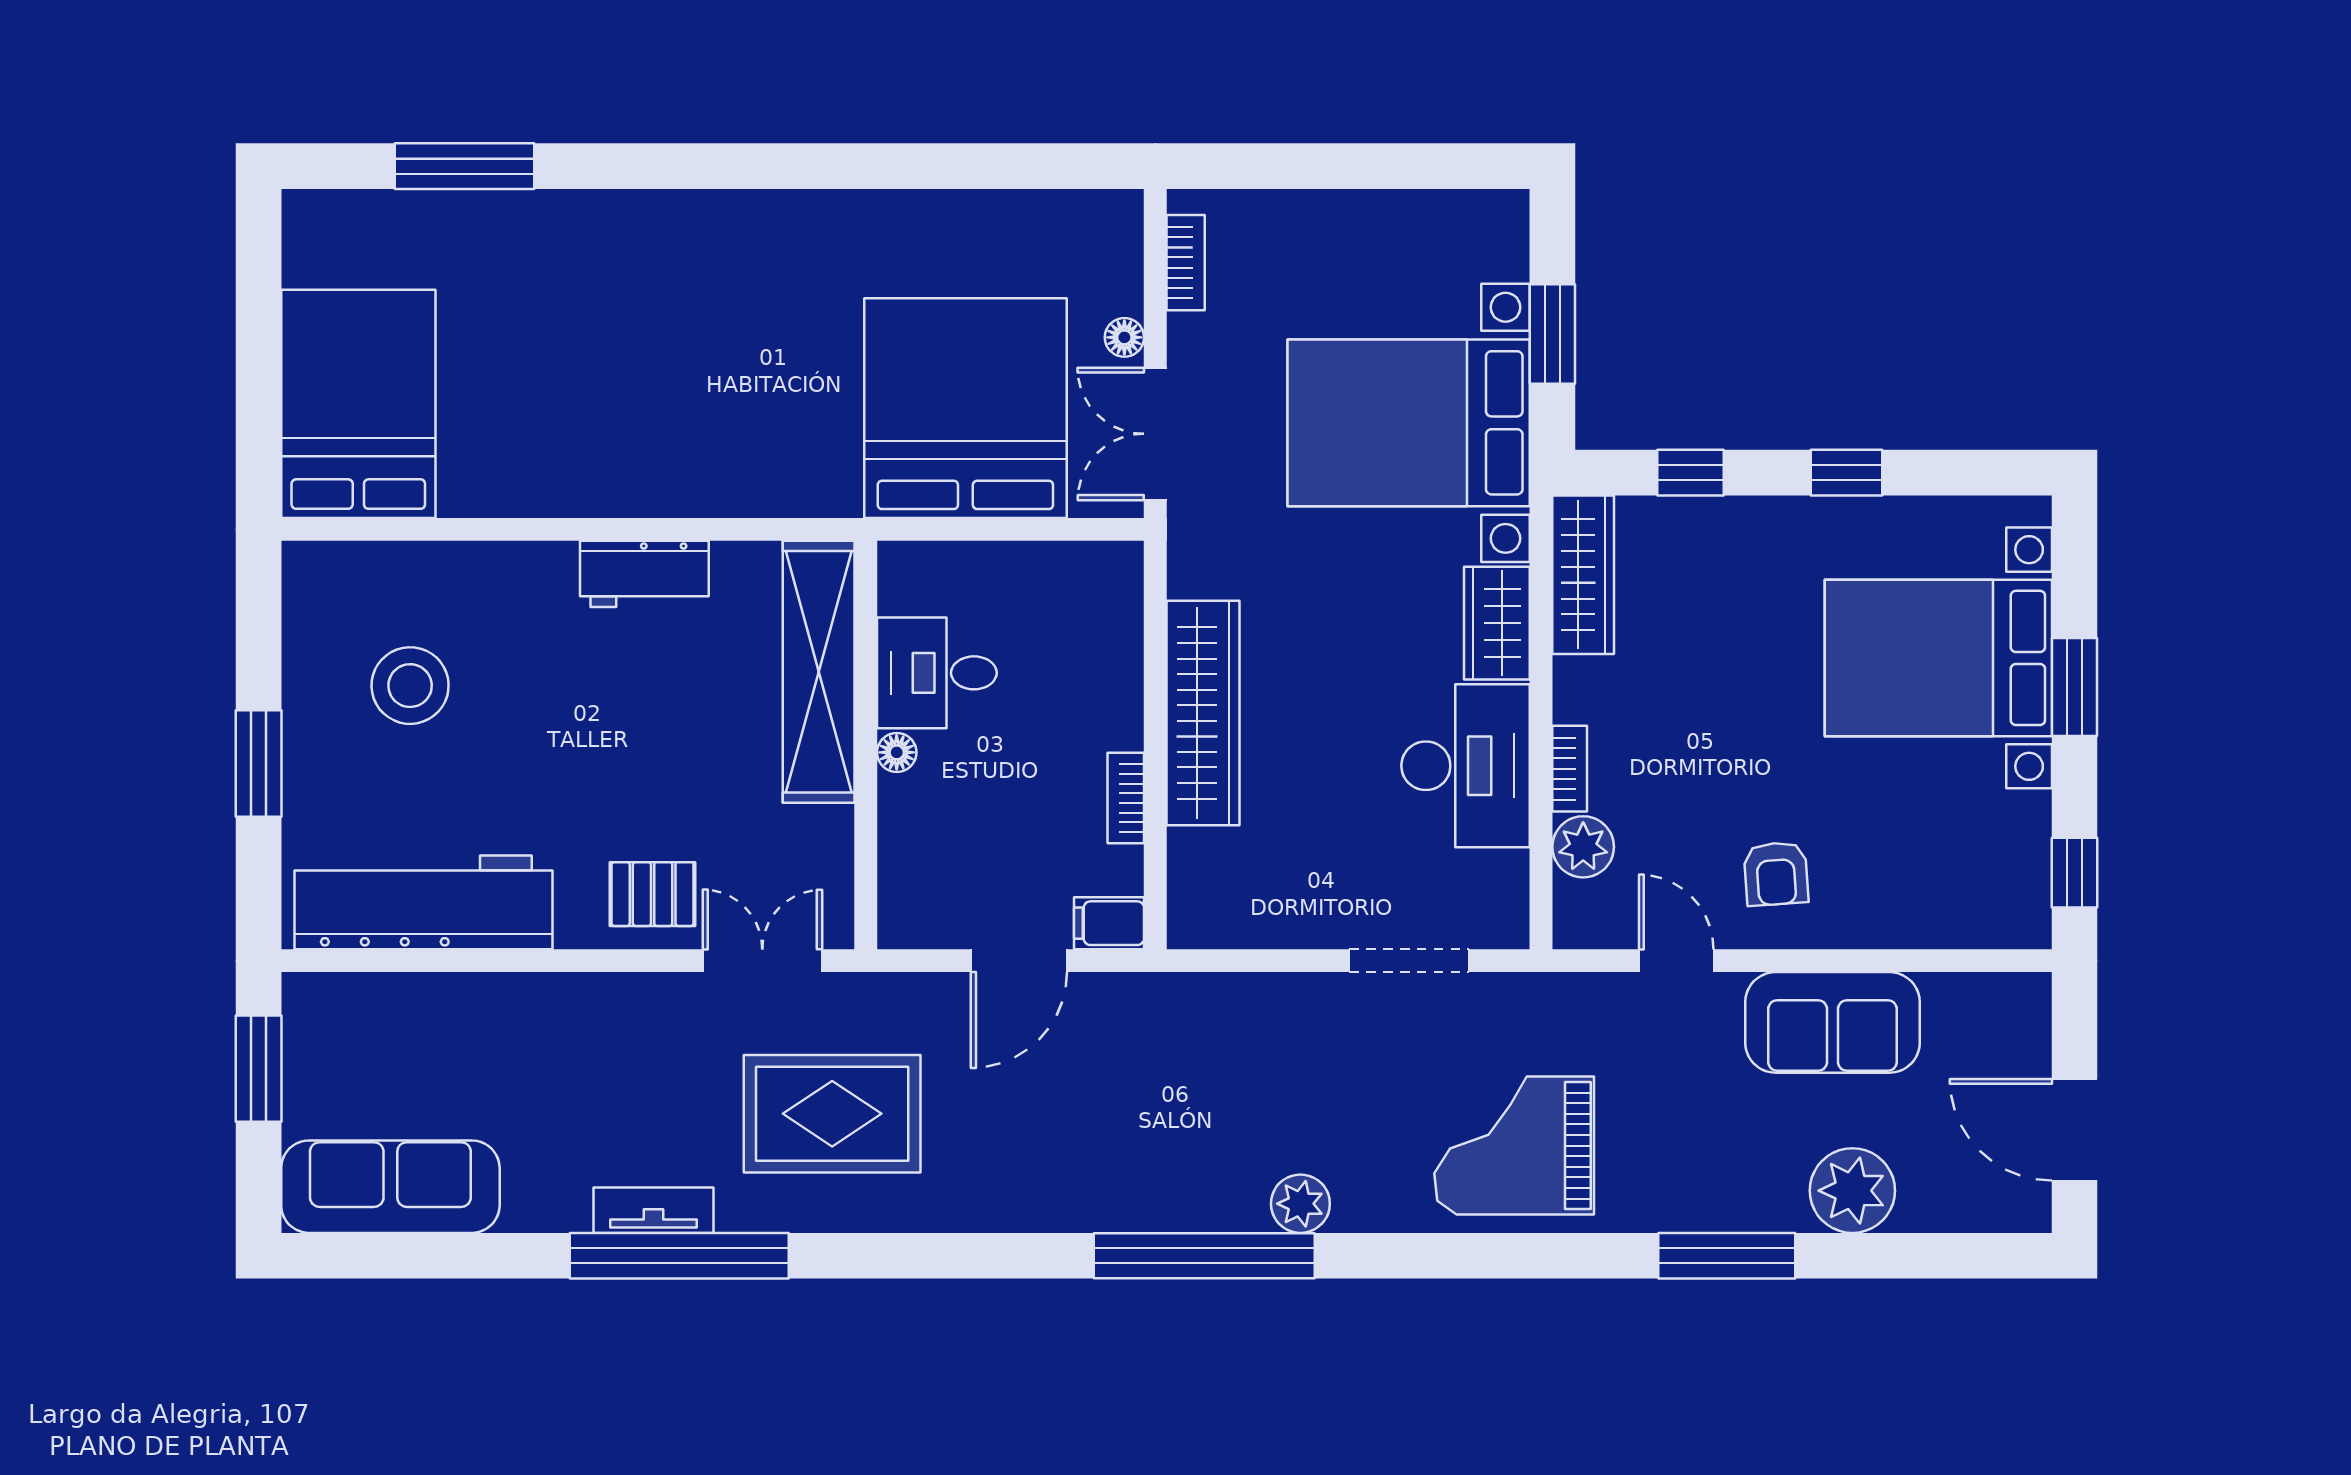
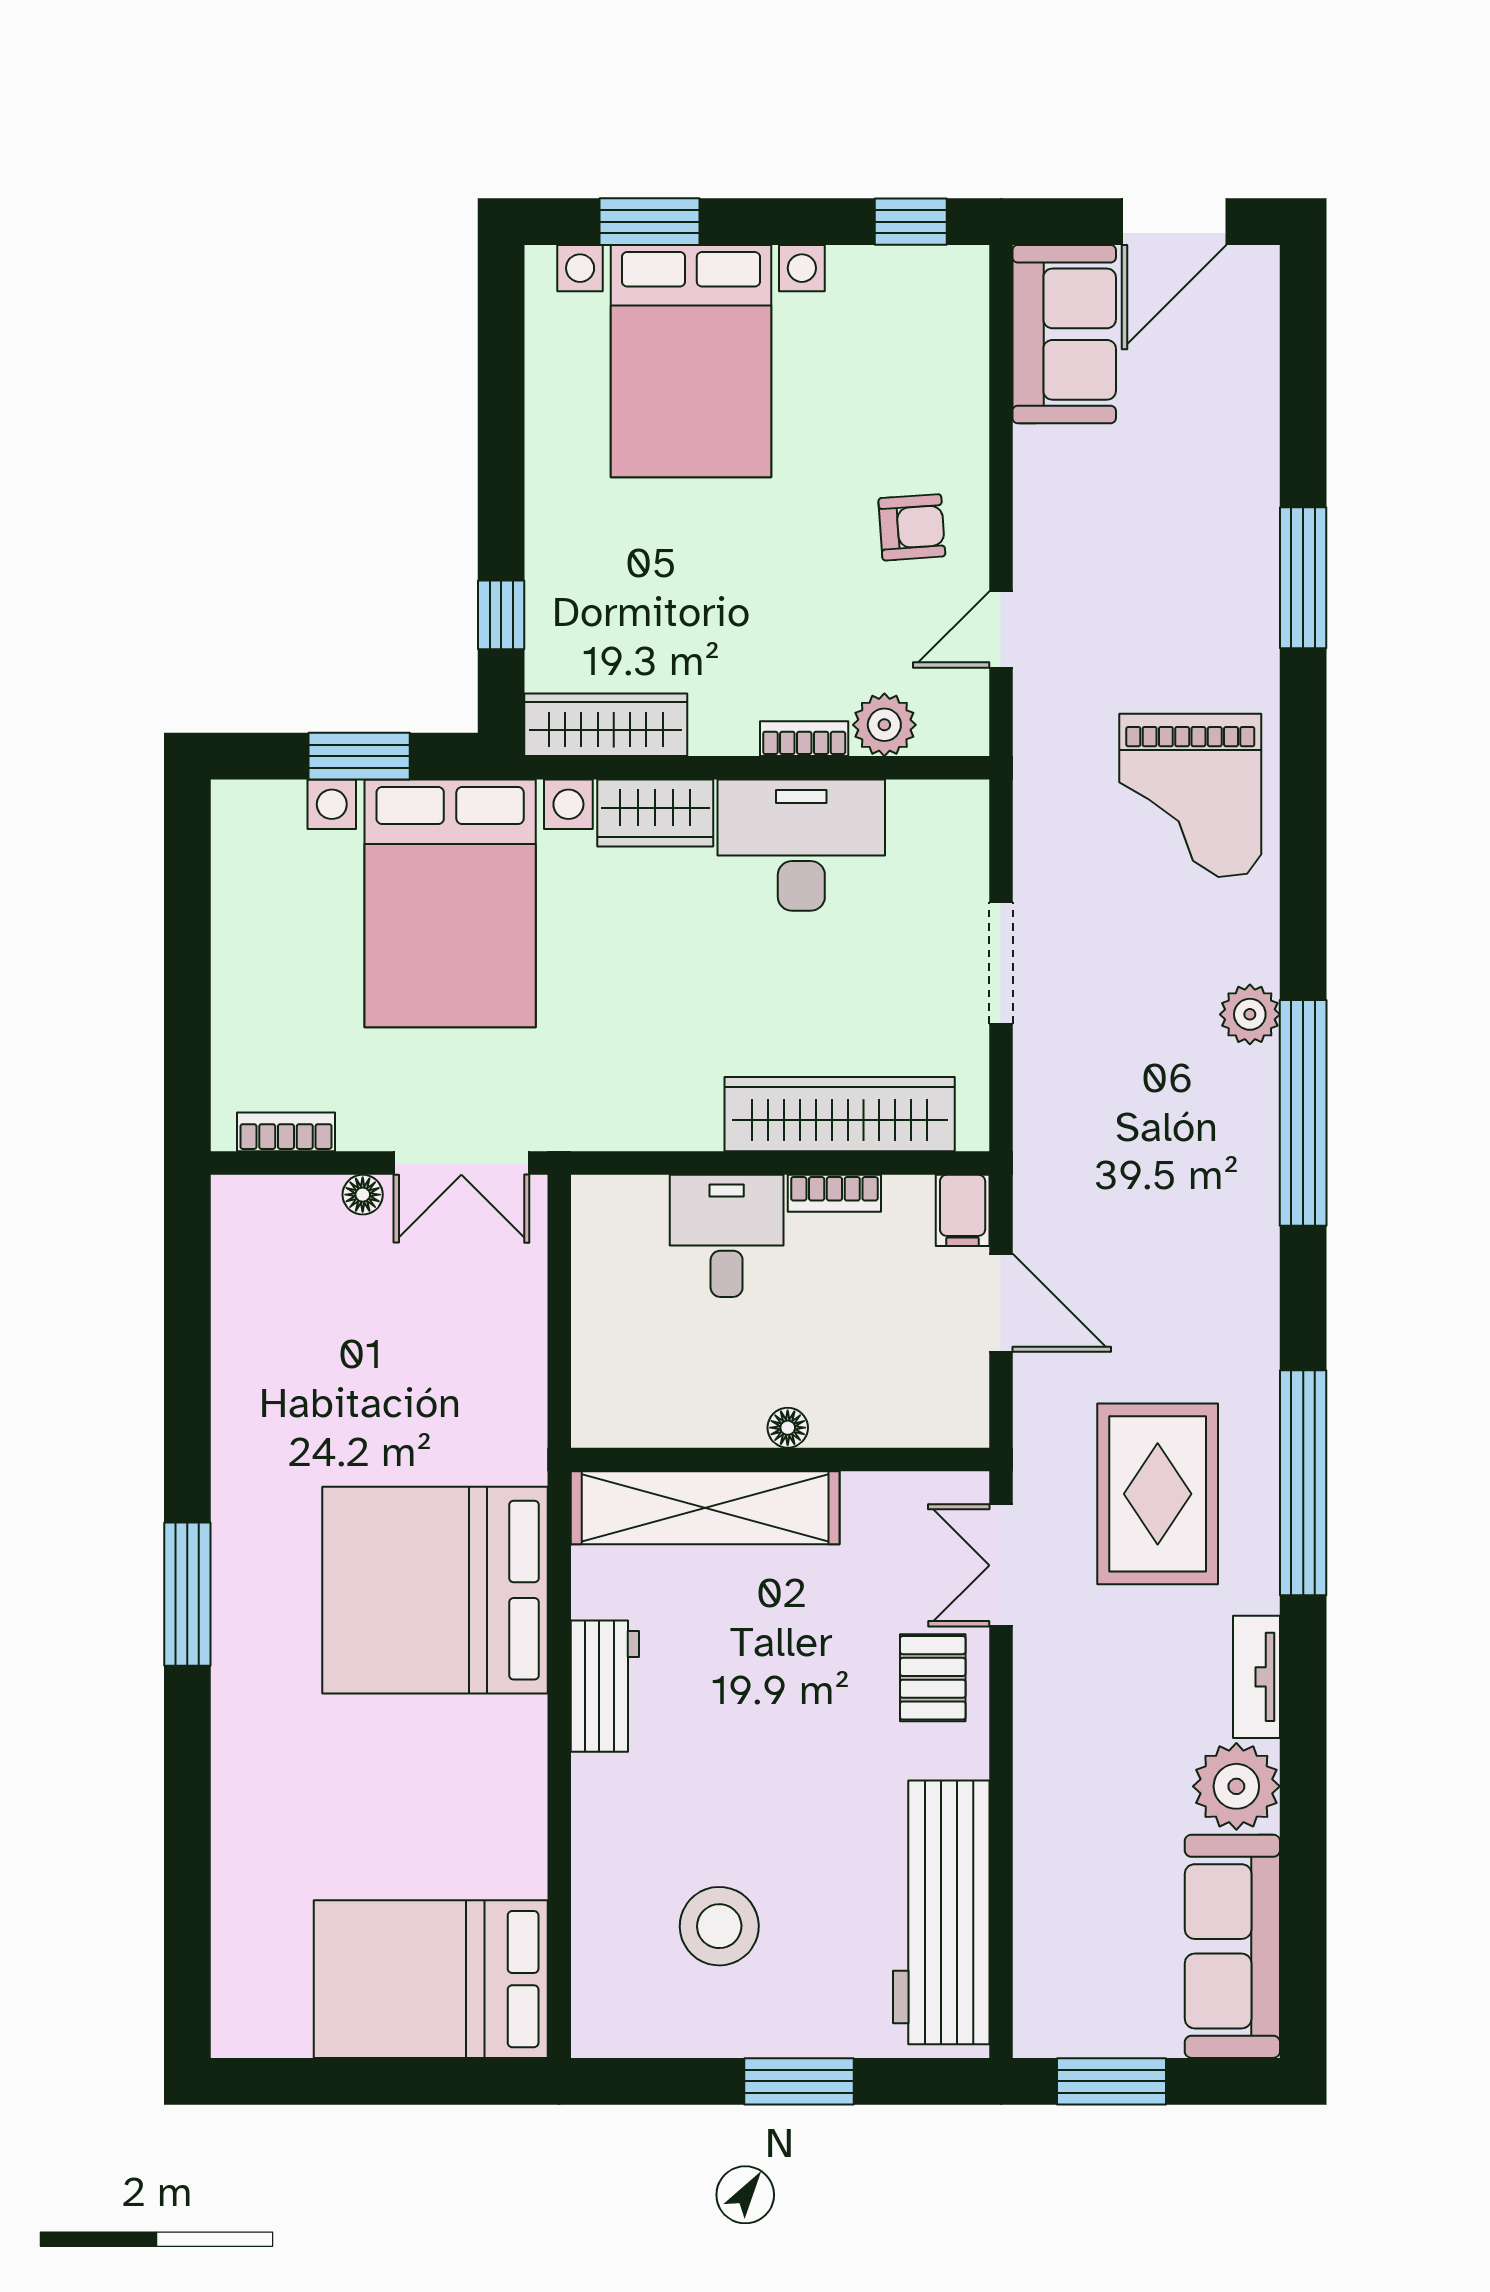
window: (464, 166) -> (187, 1594), moved
bed: (965, 408) -> (435, 1590), moved
window: (1847, 473) -> (501, 455), removed
desk: (937, 673) -> (727, 1236), moved, turned 180
window: (2074, 687) -> (650, 222), moved
wardrobe: (1203, 713) -> (840, 1114), moved
doorway: (1409, 961) -> (1001, 963), moved
sofa: (1833, 1022) -> (1064, 334), moved
plant: (1852, 1191) -> (1236, 1786), moved
window: (679, 1256) -> (1303, 1483), moved

